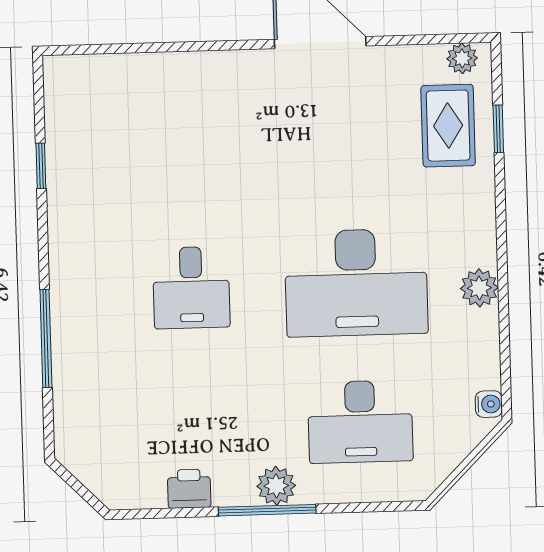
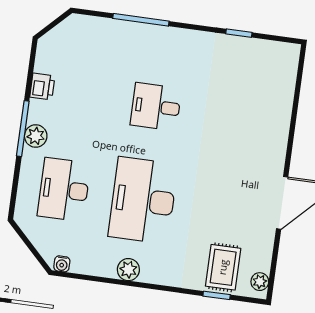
rug: (448, 126) -> (223, 267), turned 90

